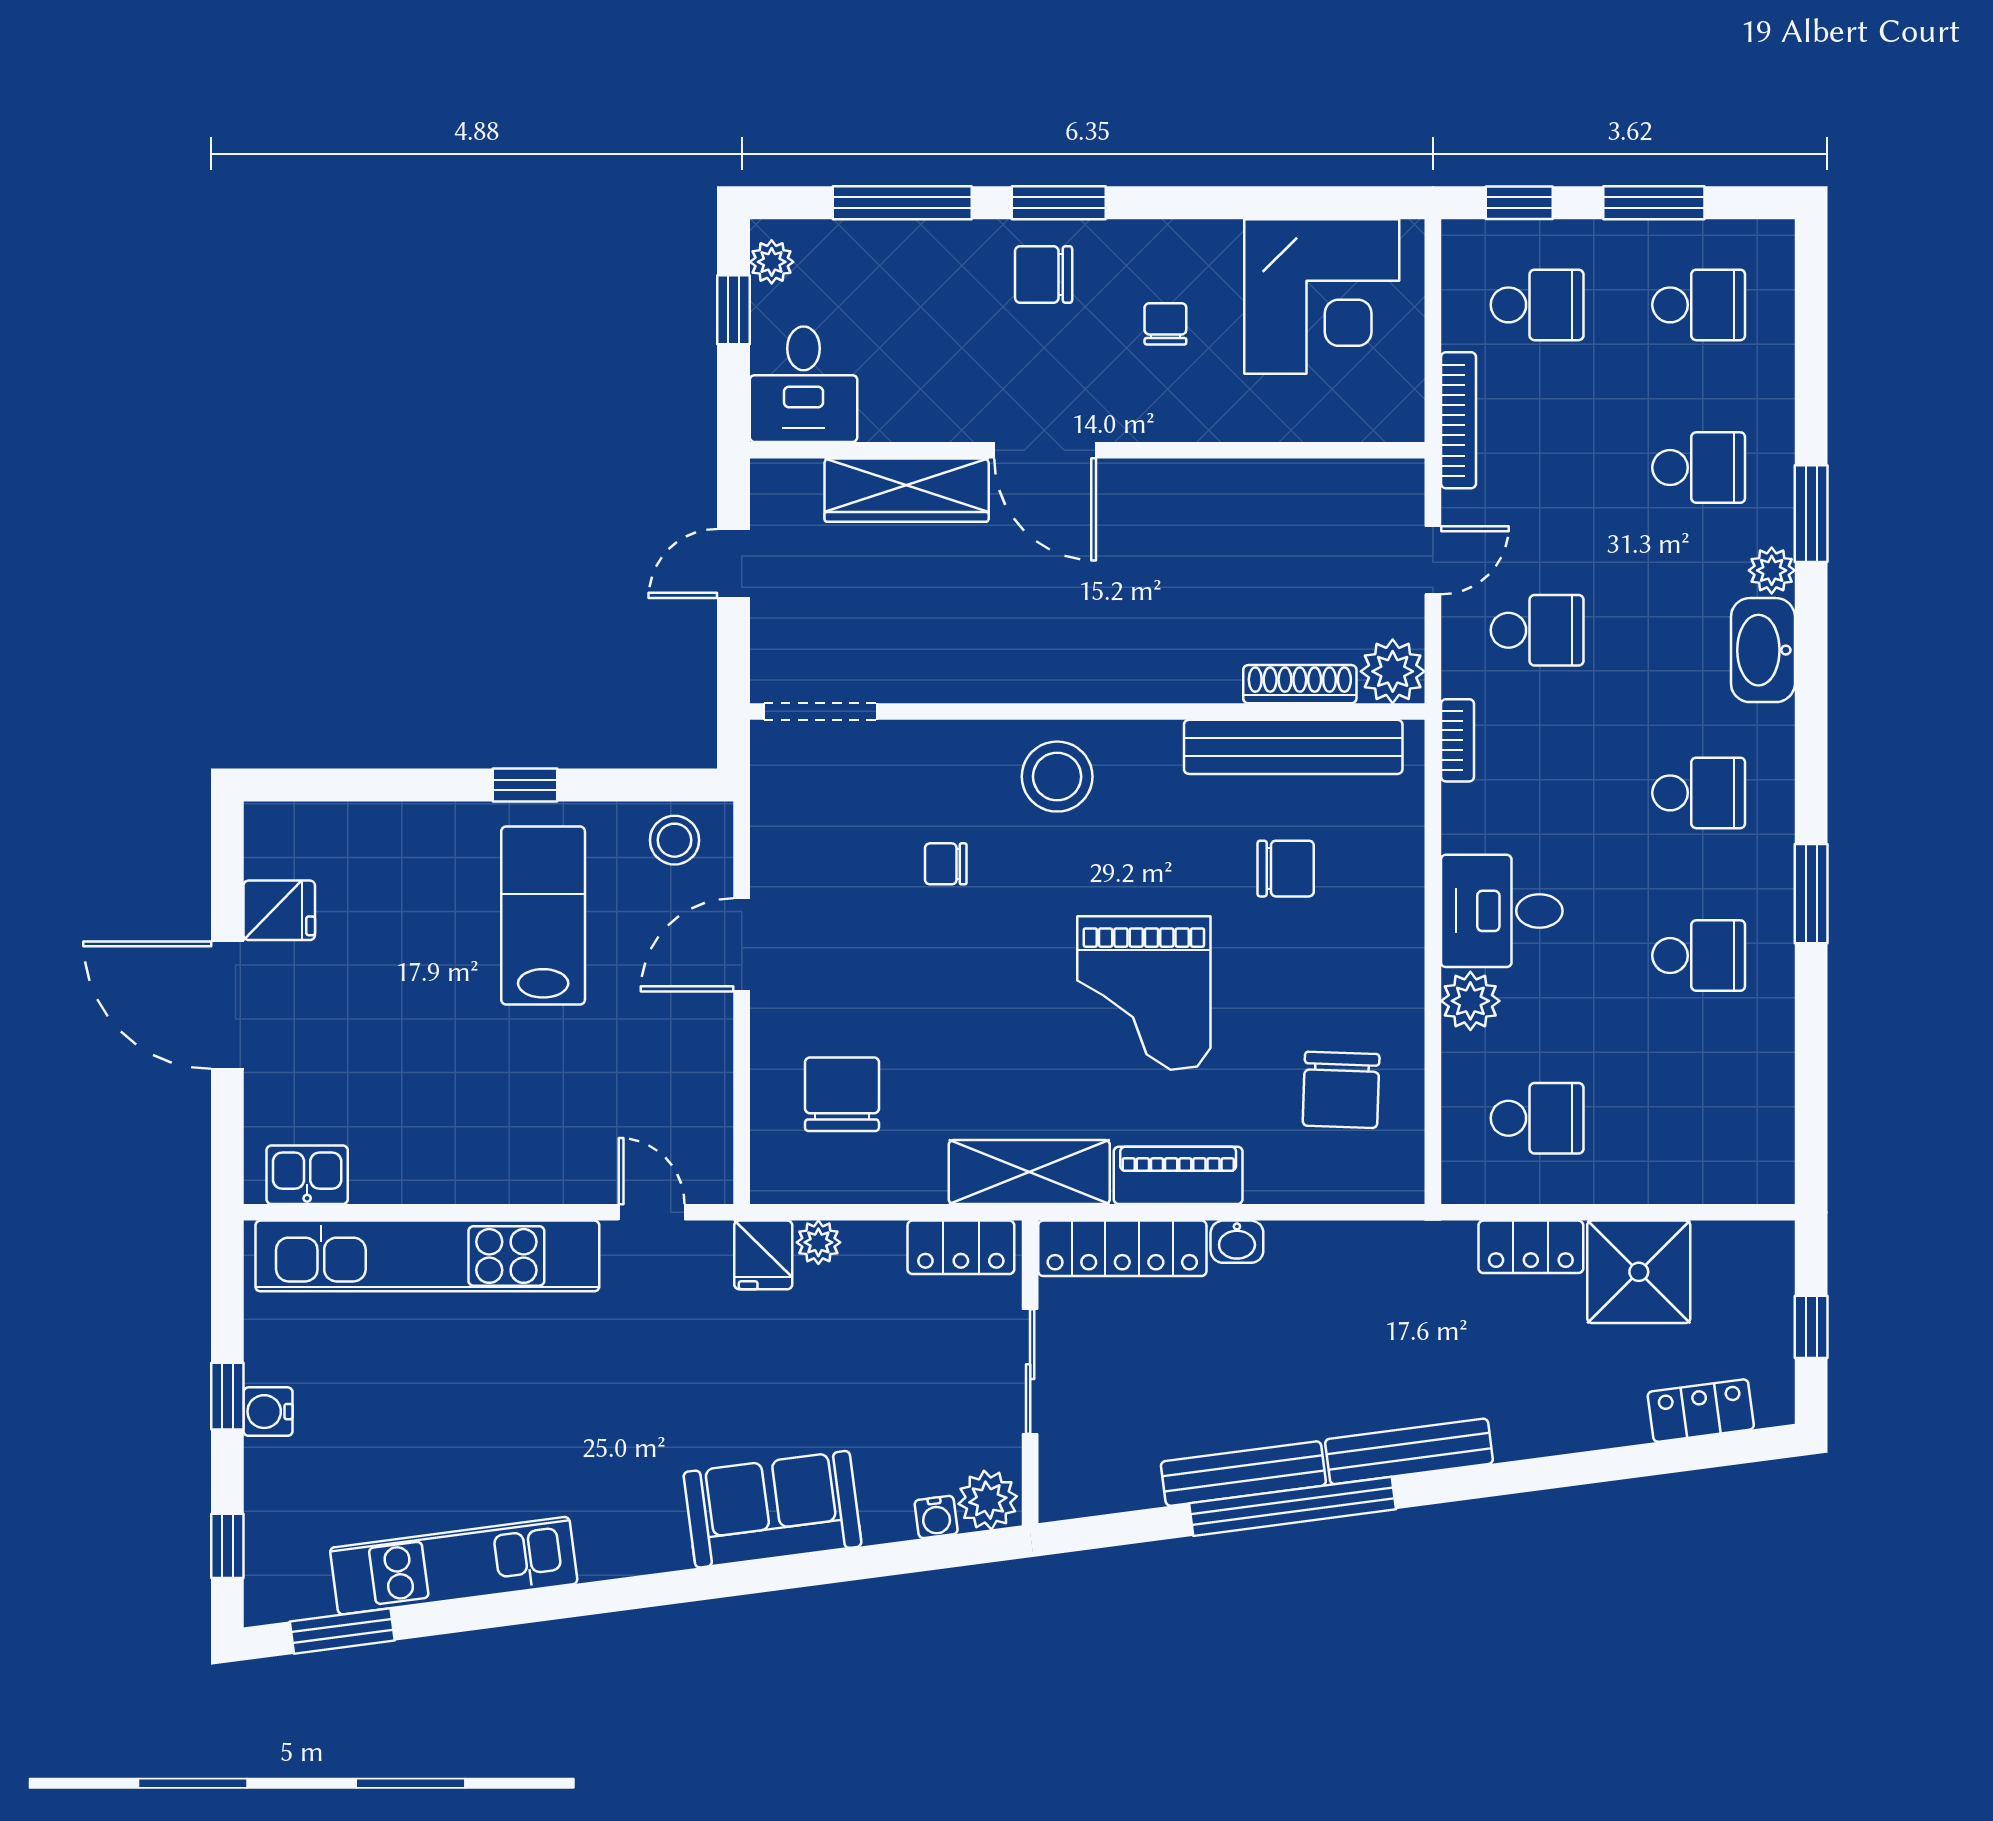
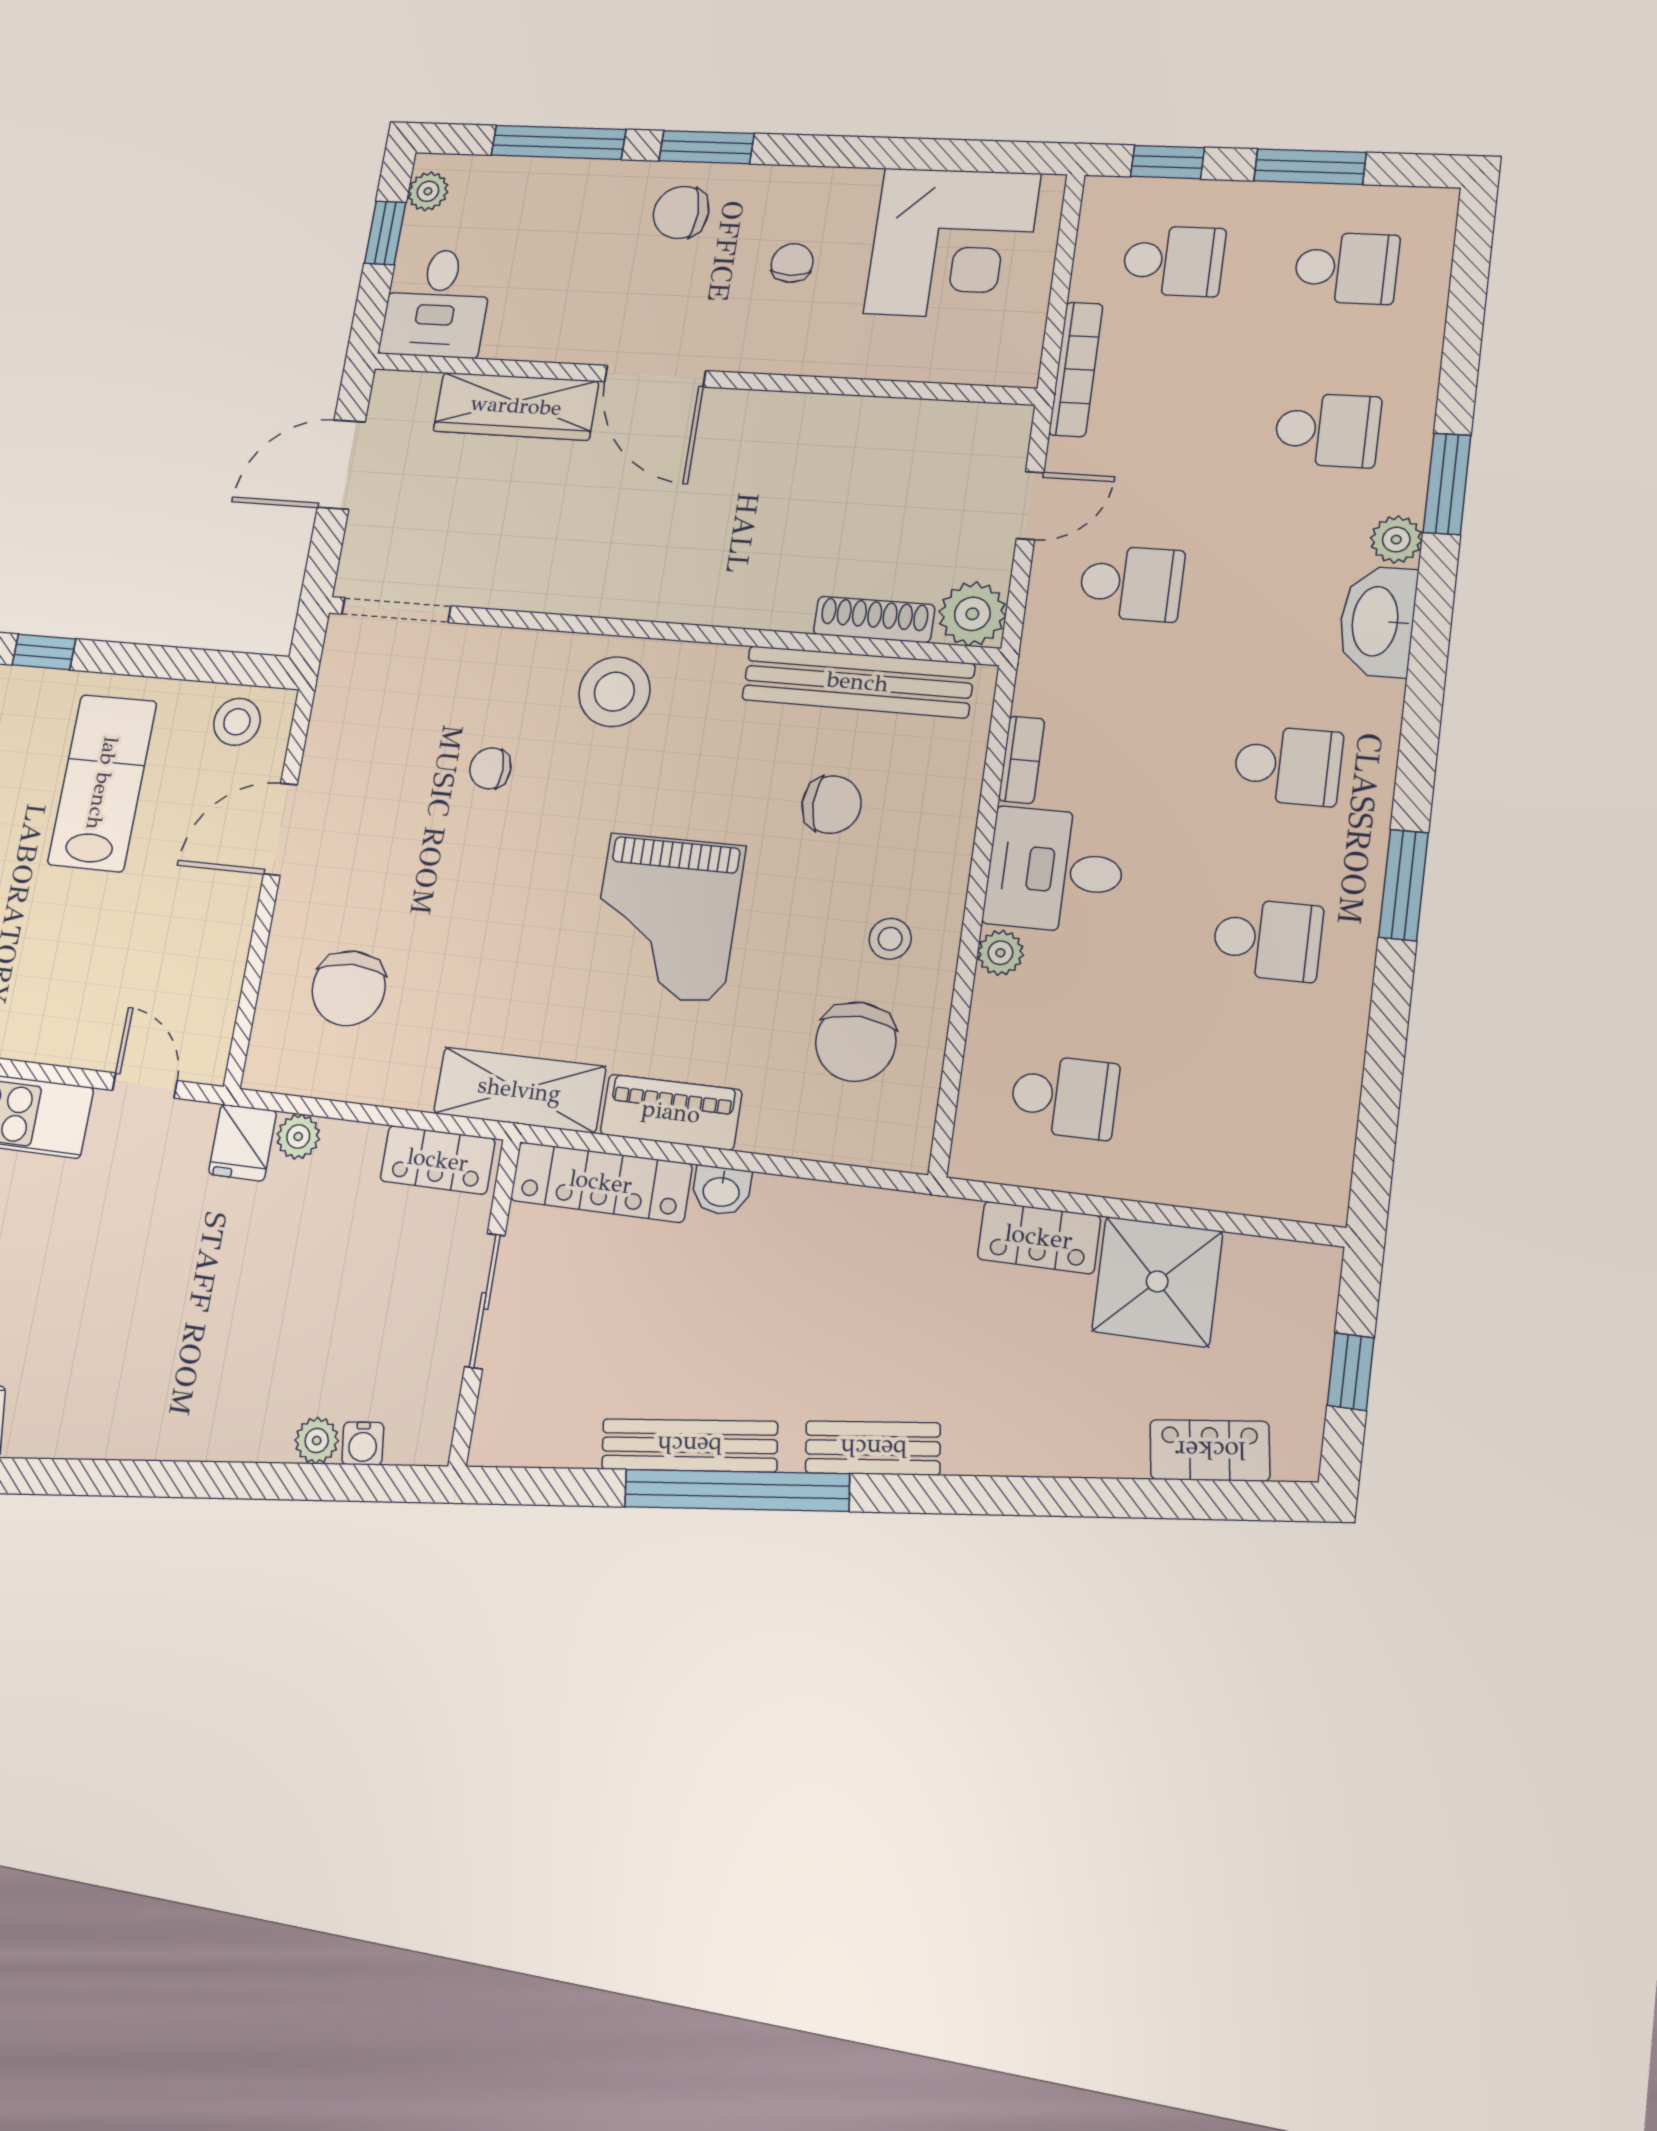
door: (733, 563) -> (341, 465), width x1.38
bookcase: (1458, 740) -> (1021, 760), moved
window: (525, 785) -> (44, 652), moved
stool: (1359, 991) -> (890, 939), added
plant: (1470, 1001) -> (1000, 953), width x0.73, depth x0.73
chair: (842, 1094) -> (349, 988), turned 180
bench: (1409, 1451) -> (873, 1448), width x0.73
plant: (988, 1500) -> (317, 1441), moved, width x0.73, depth x0.73
sofa: (772, 1509) -> (202, 1410), removed

